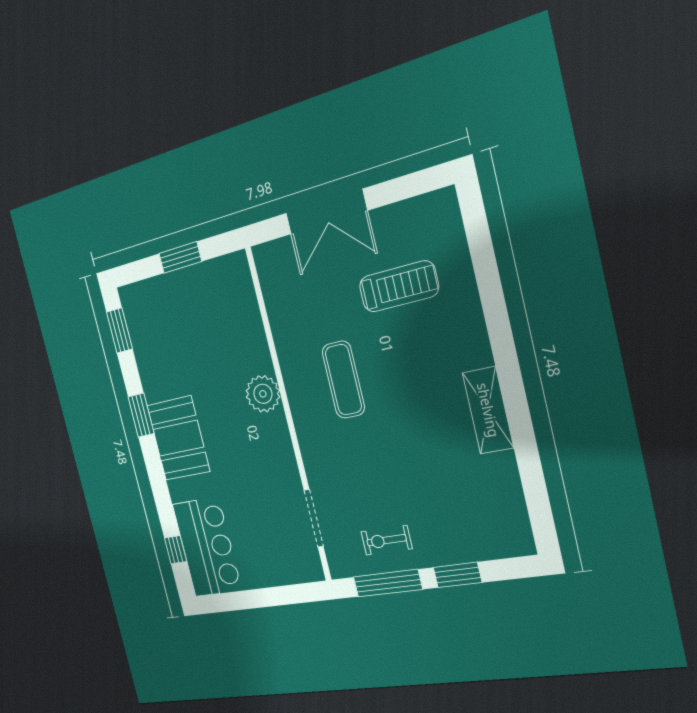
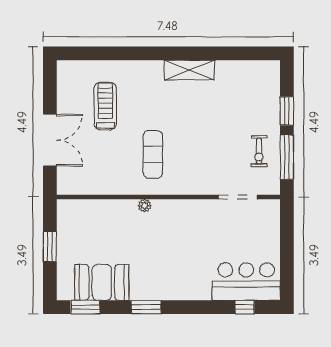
exercise mat: (343, 380) -> (153, 154), turned 90
plant: (263, 394) -> (145, 206), width x0.53, depth x0.53
booth: (178, 438) -> (102, 282), moved

